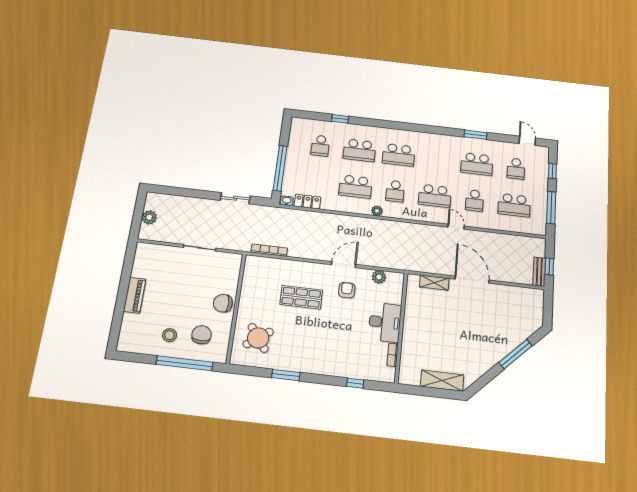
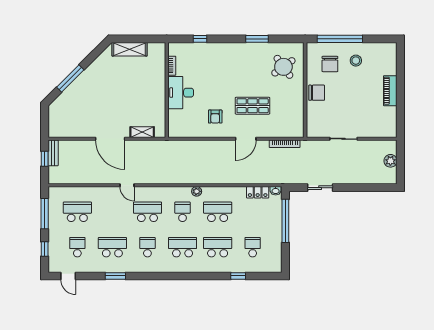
school desk: (474, 201) -> (147, 247), moved
door: (344, 265) -> (246, 139), moved
plant: (379, 277) -> (189, 132), removed

